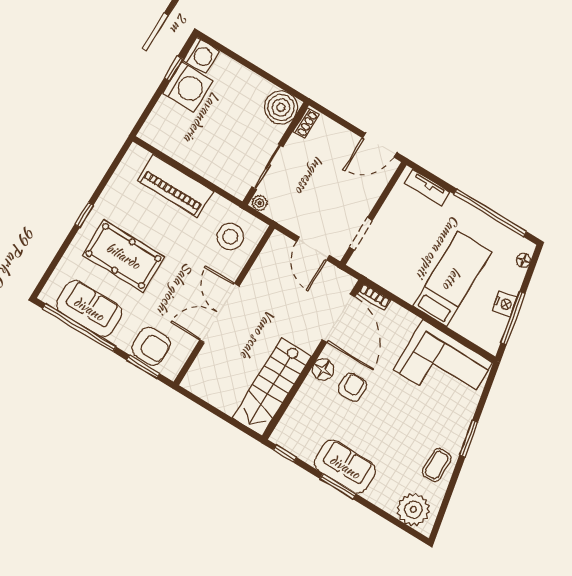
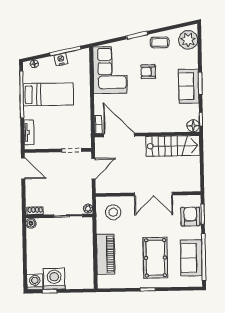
boiler: (281, 107) -> (31, 223), width x0.54, depth x0.54
bed: (452, 279) -> (48, 94), moved, turned 180
door: (338, 318) -> (119, 135), hinge flipped
floor lamp: (323, 370) -> (193, 126), moved
armchair: (352, 387) -> (148, 72), moved

